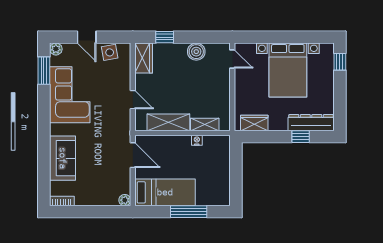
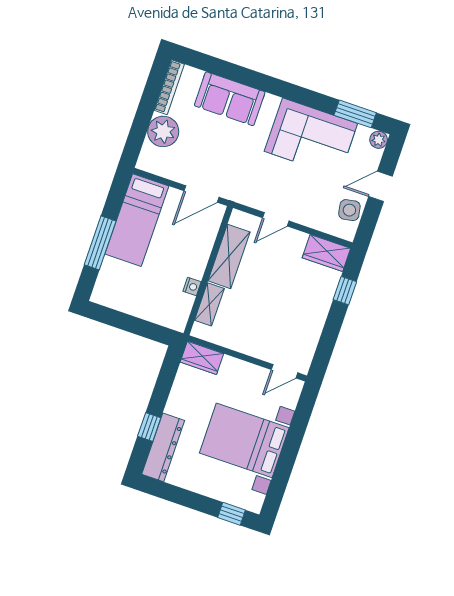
boiler: (196, 52) -> (311, 326), removed
wardrobe: (254, 123) -> (202, 358), moved, turned 90
plant: (125, 200) -> (163, 131), moved, width x1.87, depth x1.87
bookcase: (62, 201) -> (169, 87), width x1.56

